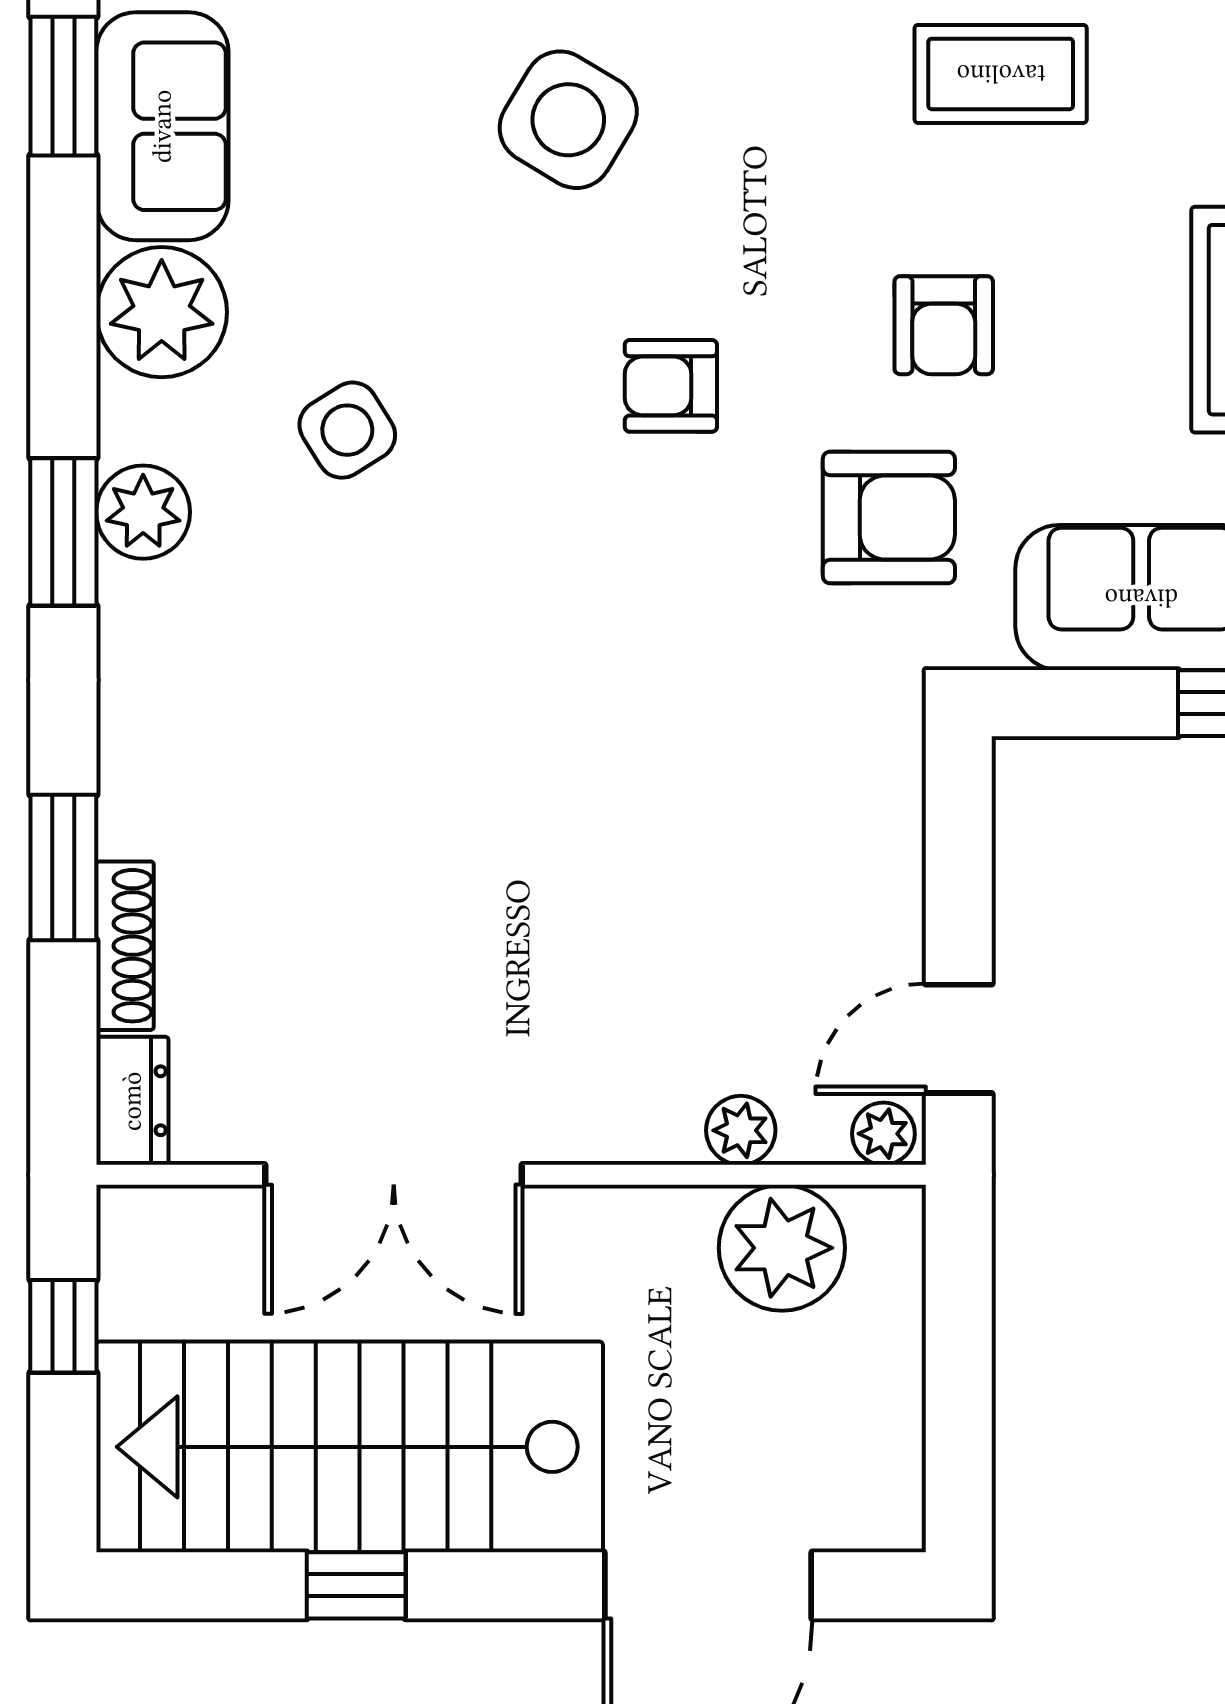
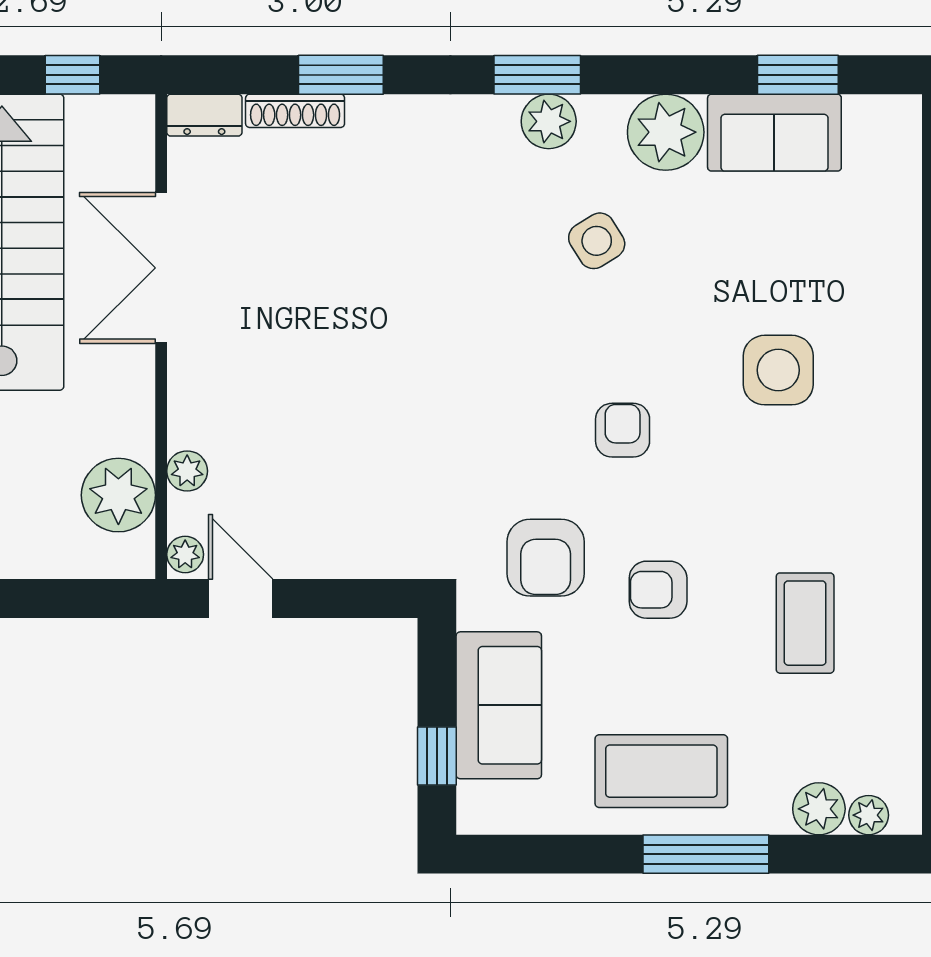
side table: (568, 120) -> (778, 370), turned -31

